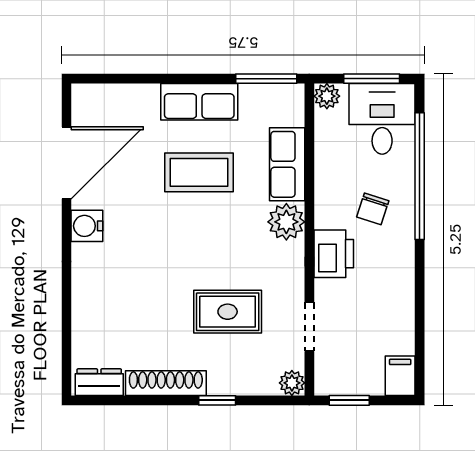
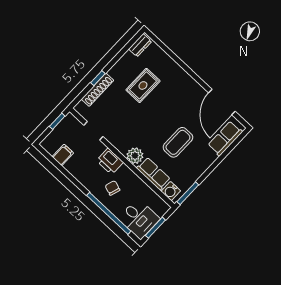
plant: (327, 96) -> (163, 208), removed
row of seats: (199, 102) -> (225, 138), moved
water cooler: (87, 226) -> (171, 191), moved, turned 180
rug: (228, 312) -> (143, 85), moved
filing cabinet: (400, 376) -> (63, 155), moved, turned -90
shoe rack: (166, 383) -> (97, 90), moved
plant: (292, 383) -> (81, 108), removed

